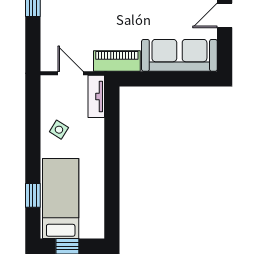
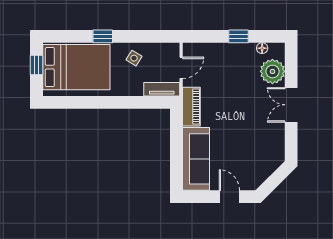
window: (33, 195) -> (103, 36), moved
bed: (61, 199) -> (76, 67), width x1.50

